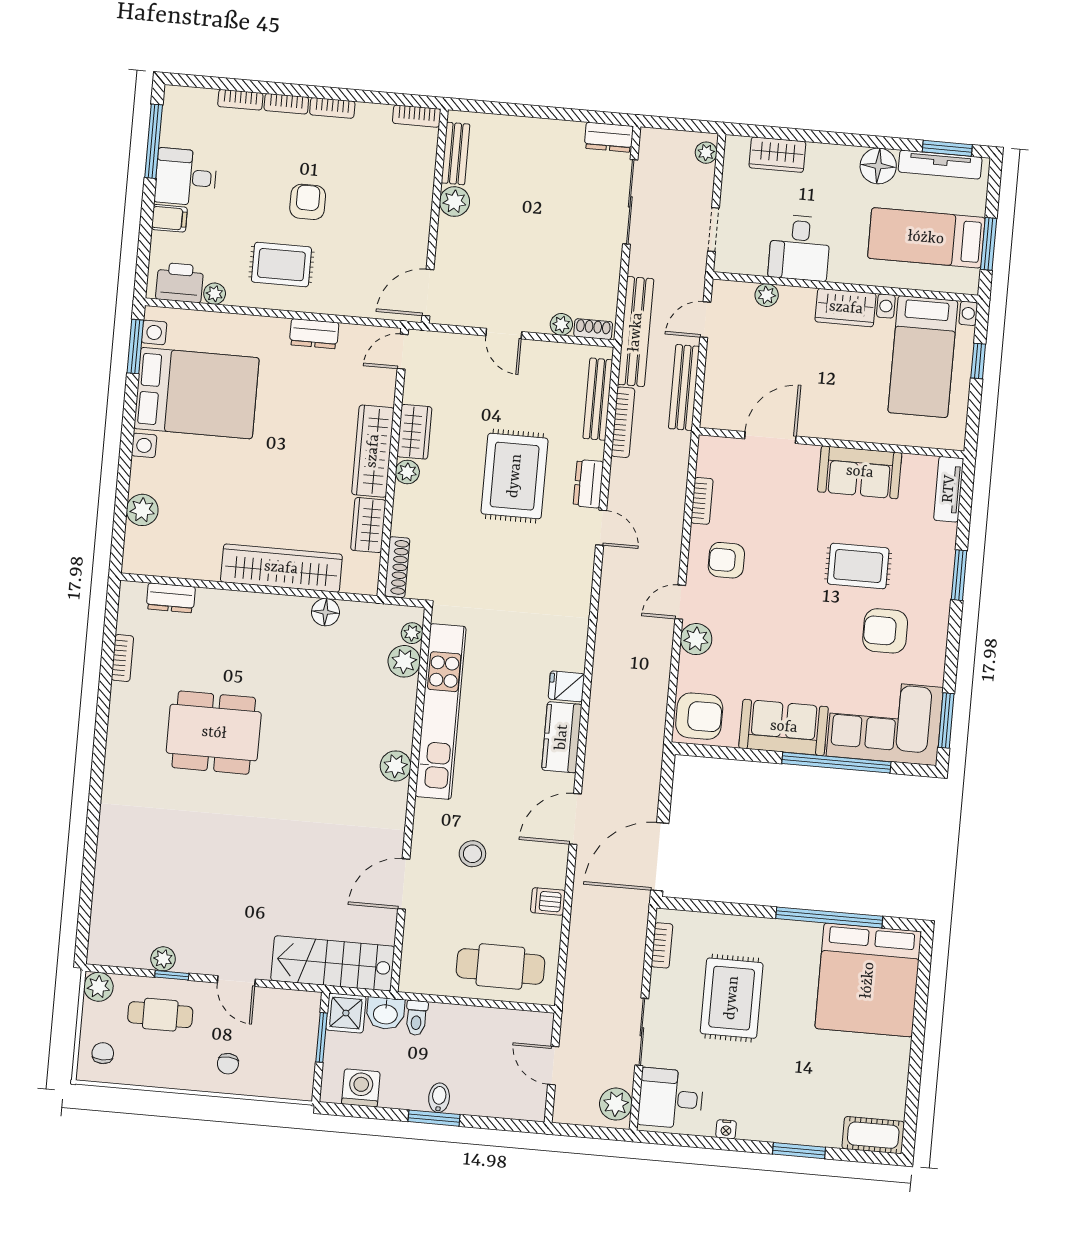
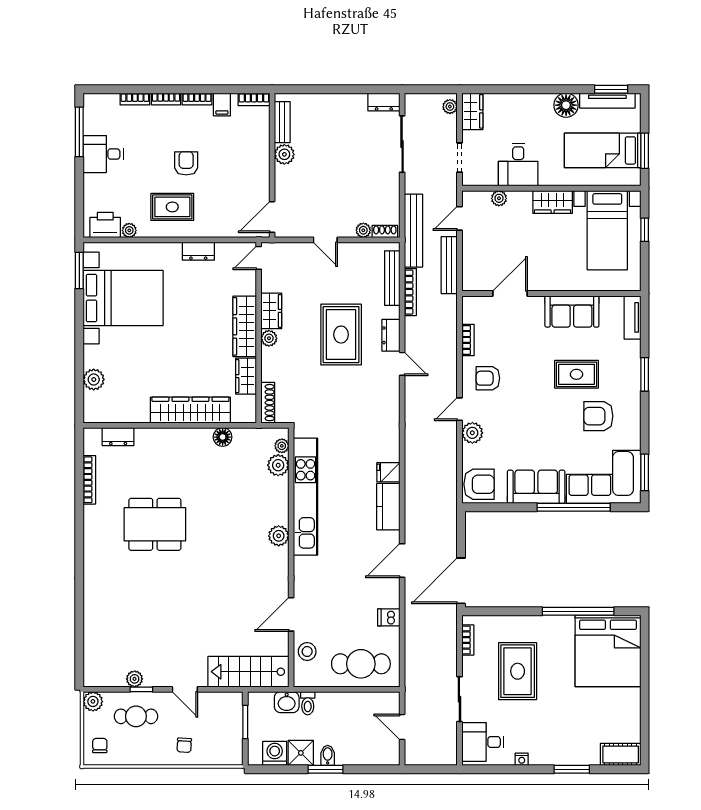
wardrobe: (777, 155) -> (472, 111), moved, turned -90
filing cabinet: (169, 218) -> (222, 104), moved, turned 90
bookcase: (122, 658) -> (89, 480), width x1.56
stool: (472, 854) -> (307, 652), moved
shower: (346, 1013) -> (301, 753), moved
plant: (616, 1104) -> (446, 749), removed

